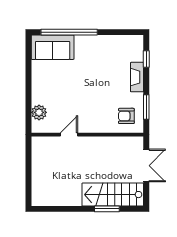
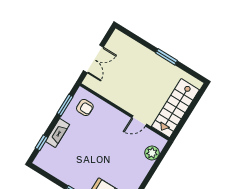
double door: (146, 166) -> (93, 59), swing flipped
stairs: (113, 195) -> (175, 108), moved, turned 90
window: (107, 209) -> (166, 57), moved

